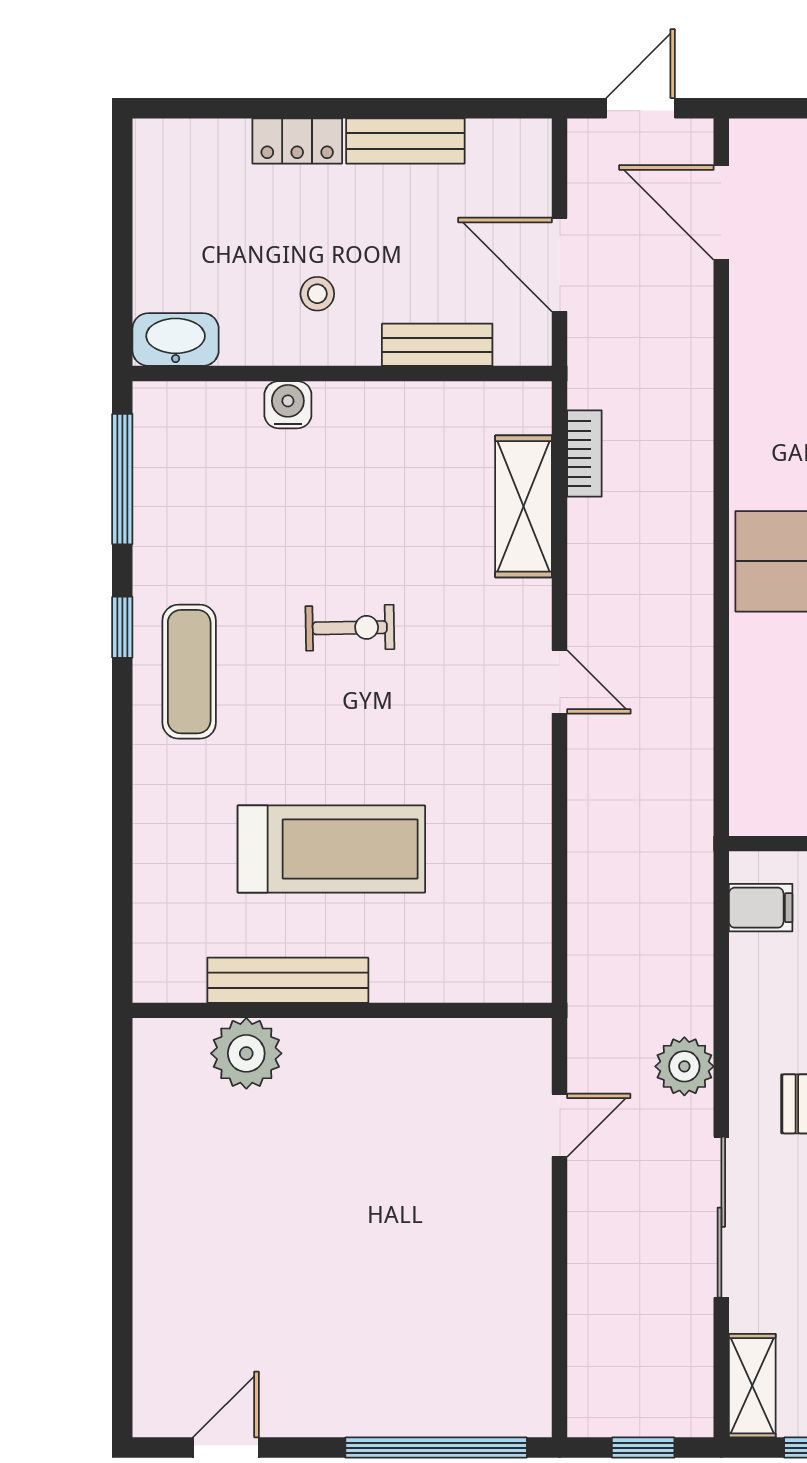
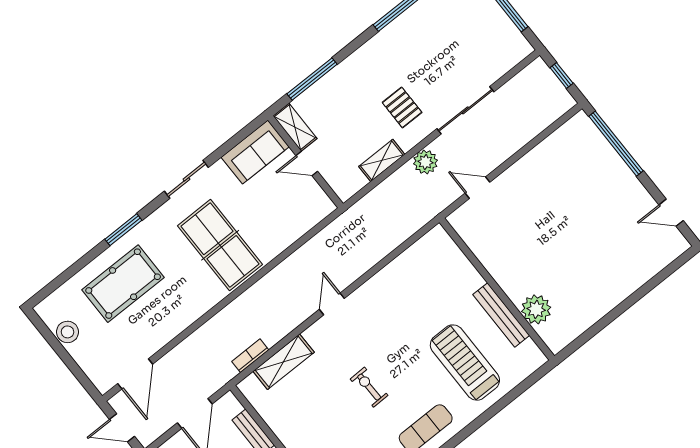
treadmill: (331, 849) -> (465, 363), moved
filing cabinet: (761, 908) -> (353, 179), removed
shelving: (752, 1386) -> (382, 160), moved

